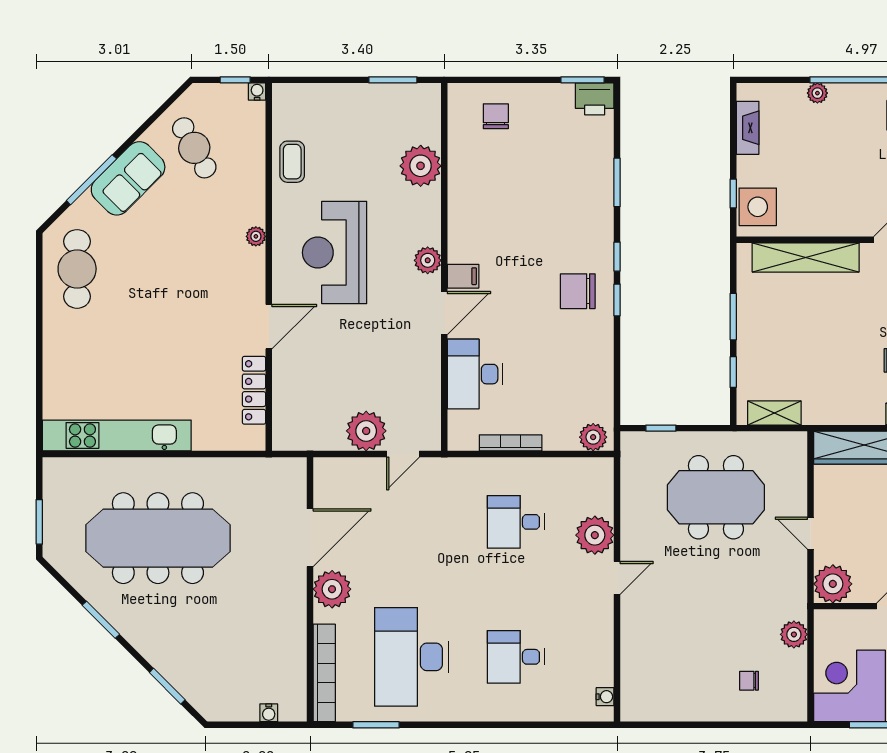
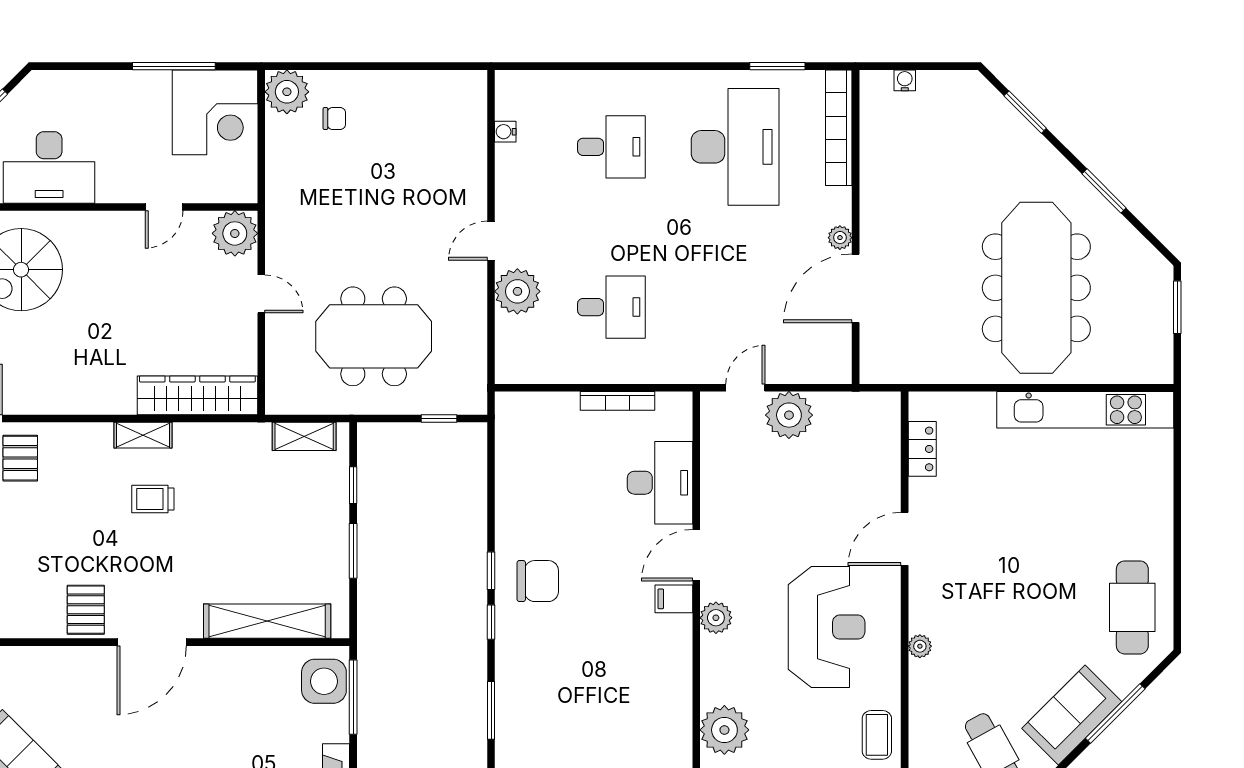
window: (733, 193) -> (353, 697), width x2.17
locker: (254, 390) -> (922, 449), width x0.66
plant: (593, 437) -> (519, 408), removed
meeting table: (158, 538) -> (1036, 288), turned 90
plant: (332, 589) -> (840, 238), width x0.53, depth x0.53
plant: (794, 634) -> (287, 92), moved, width x1.36, depth x1.36
water cooler: (605, 697) -> (505, 132), moved

